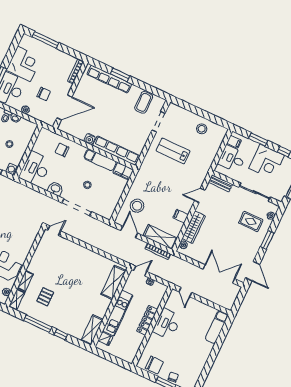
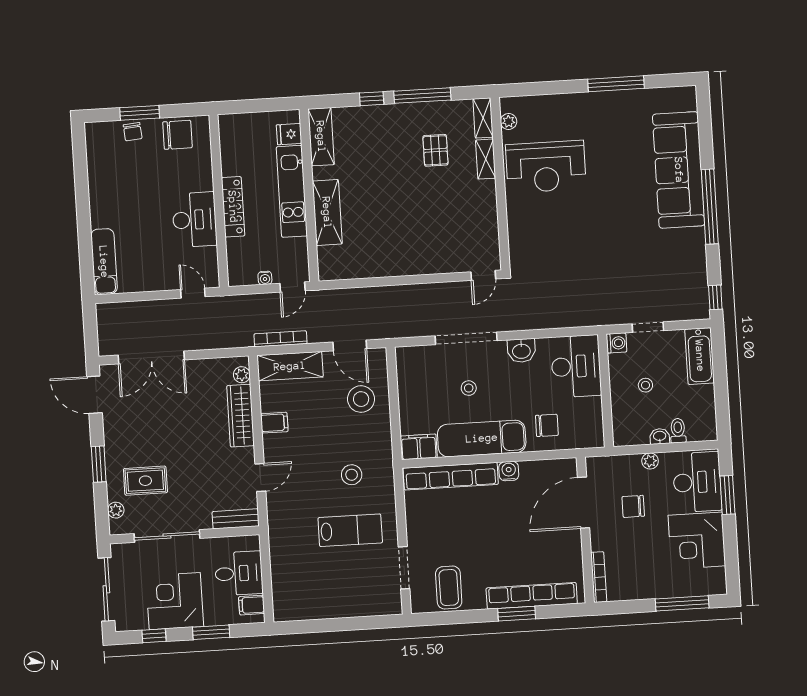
stool: (202, 129) -> (352, 475), moved
exam couch: (100, 160) -> (482, 438), width x1.36, depth x1.45
shelving: (113, 282) -> (327, 213), moved
chair: (154, 365) -> (177, 135), turned 180

